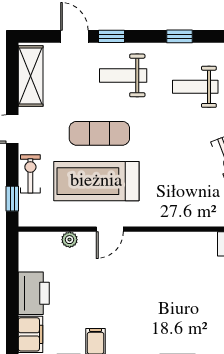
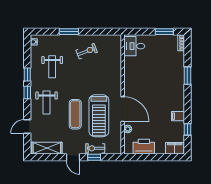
window: (112, 36) -> (27, 93), moved
window: (12, 199) -> (94, 157), moved
door: (110, 229) -> (123, 109), width x1.88
printer: (34, 293) -> (144, 147), moved

